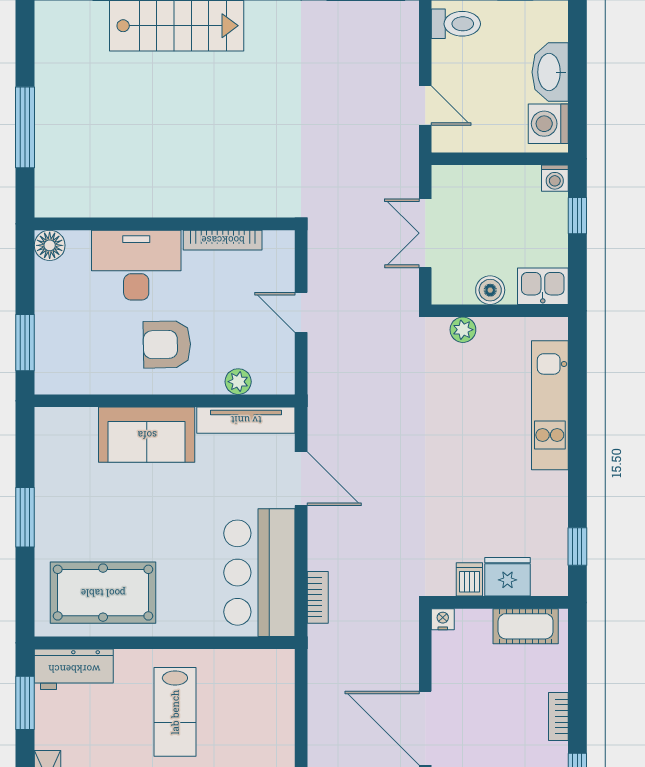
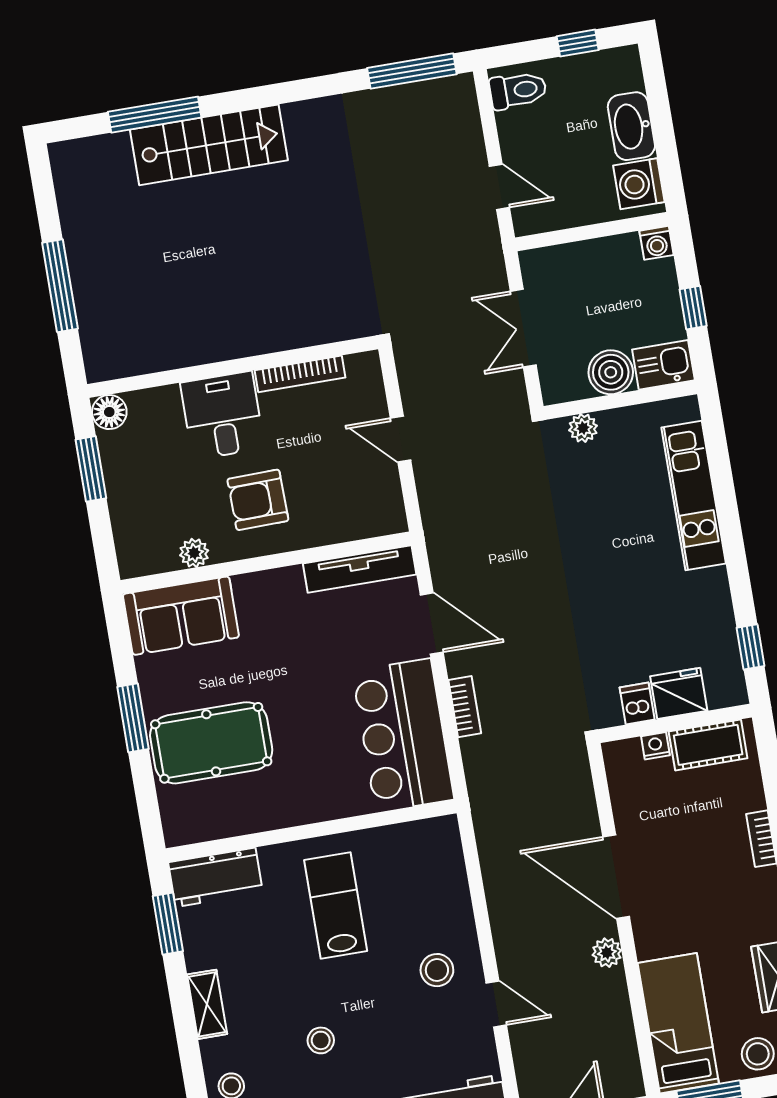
window: (577, 216) -> (693, 308), moved
desk: (136, 265) -> (222, 415), width x0.73
boiler: (490, 290) -> (611, 372), width x1.36, depth x1.36
window: (25, 343) -> (91, 469), moved
plant: (238, 382) -> (194, 553), moved
sofa: (147, 435) -> (181, 616), moved
pool table: (103, 593) -> (211, 743), moved
bookcase: (318, 597) -> (465, 707), moved
nightstand: (443, 619) -> (655, 746), moved
lab bench: (175, 712) -> (336, 906), turned 180

